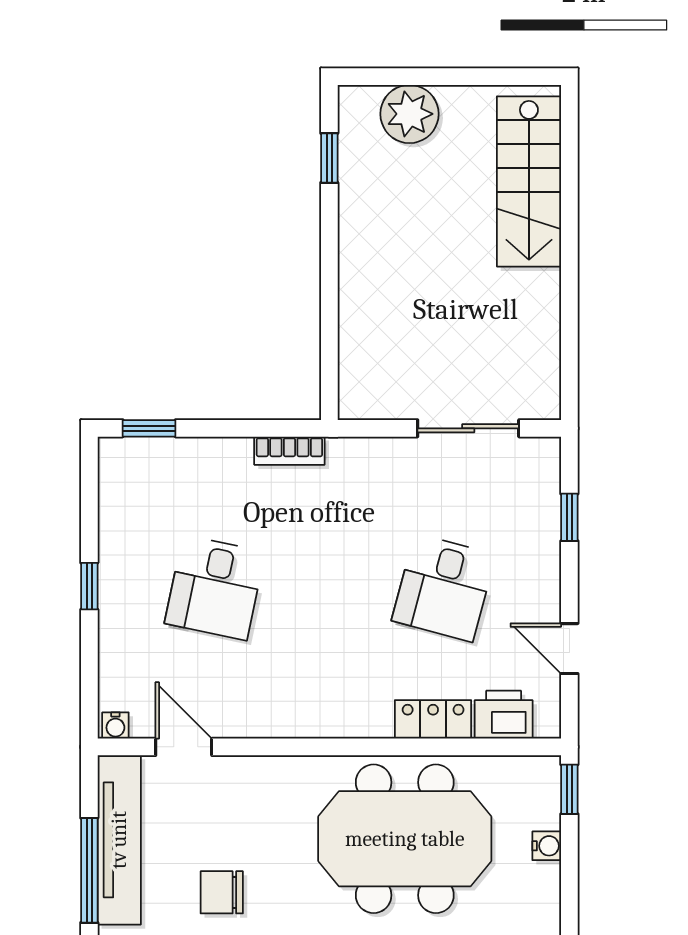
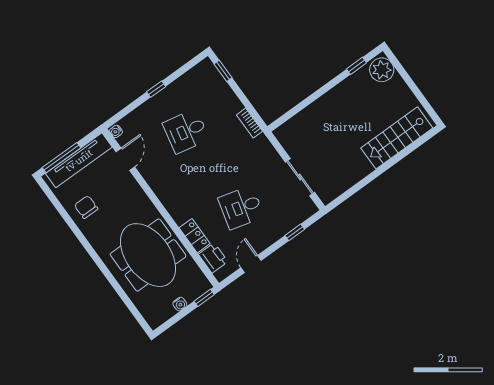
plant: (409, 114) -> (382, 70), moved

